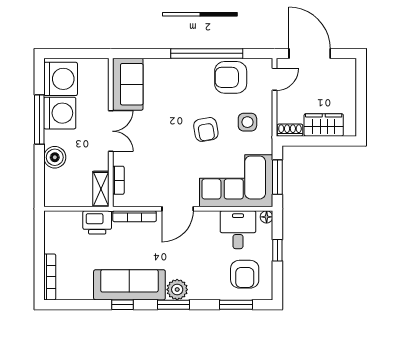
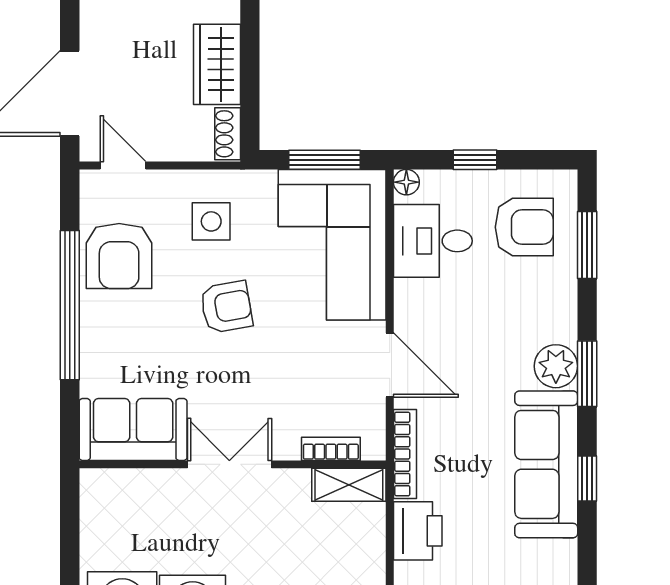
sofa: (128, 84) -> (133, 429), moved
double door: (111, 131) -> (229, 464), moved
wall: (111, 133) -> (233, 464), moved
bookcase: (118, 180) -> (331, 449), moved
shelving: (101, 189) -> (349, 485), moved

